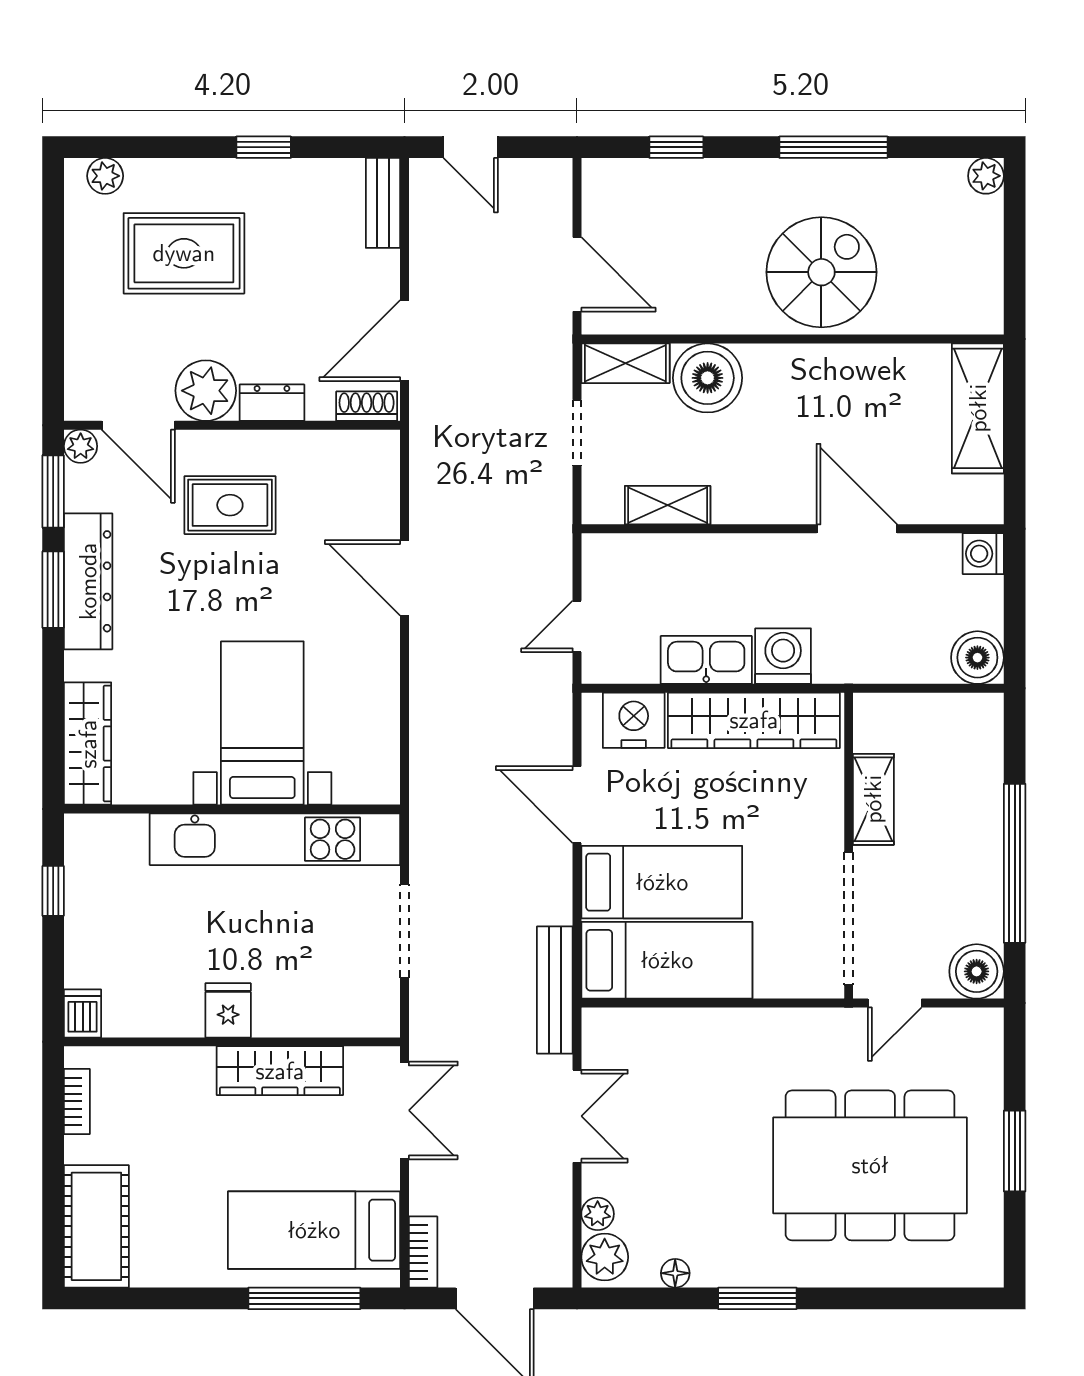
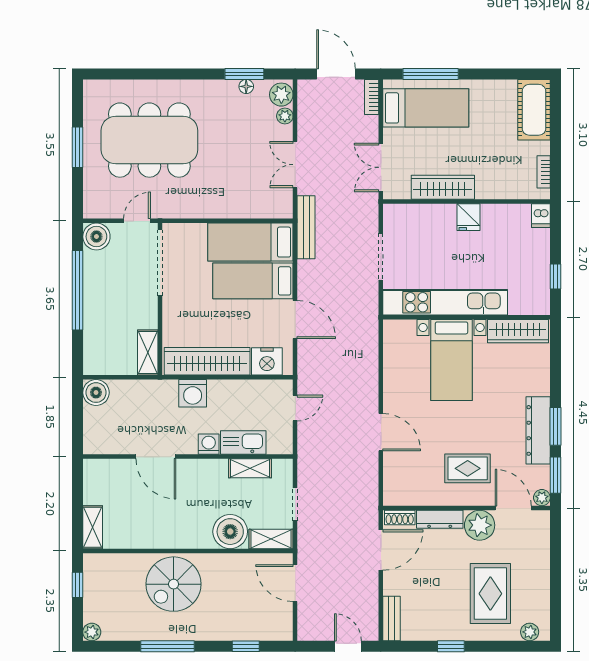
rug: (184, 253) -> (490, 594), turned 90
window: (1015, 271) -> (78, 585), added
dresser: (272, 403) -> (440, 519), width x1.44
shelving: (978, 408) -> (93, 527), width x0.67, depth x0.75
washing machine: (983, 554) -> (209, 444), moved, turned -90
kitchen sink: (706, 660) -> (243, 442), moved, turned 180
wardrobe: (88, 744) -> (518, 331), moved, turned -90
shelving: (873, 799) -> (148, 353), moved
window: (757, 1298) -> (244, 74), moved

